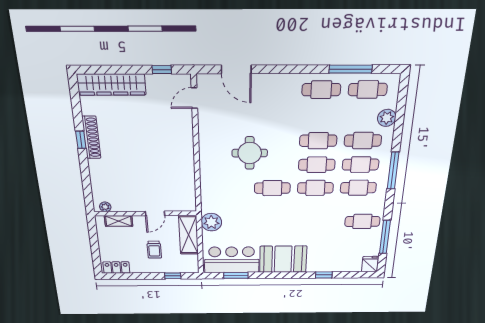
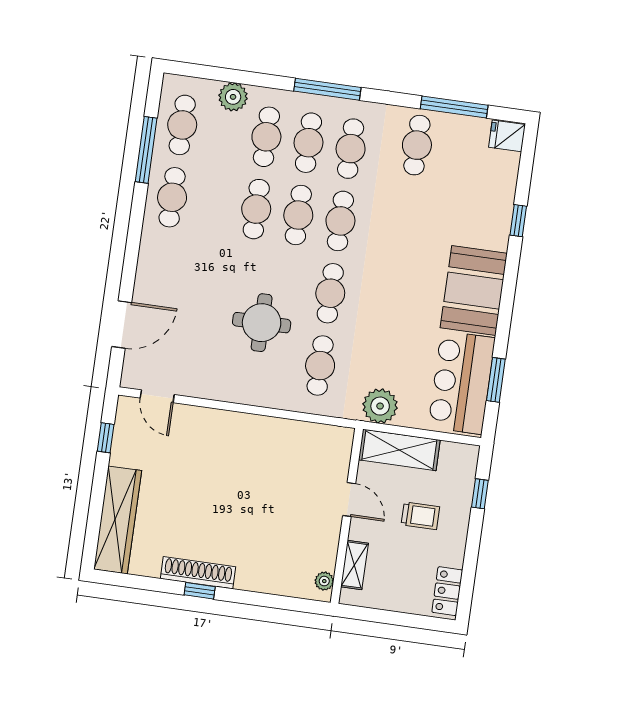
cafe table: (229, 188) -> (320, 366), added

